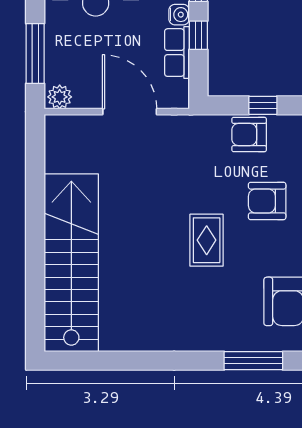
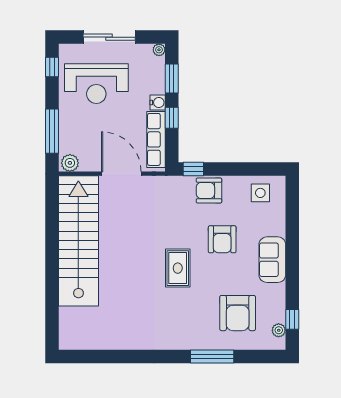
row of seats: (177, 53) -> (156, 139), width x1.48
window: (263, 105) -> (193, 169), moved
armchair: (267, 201) -> (222, 239), turned -90
stairs: (71, 263) -> (78, 241), moved

